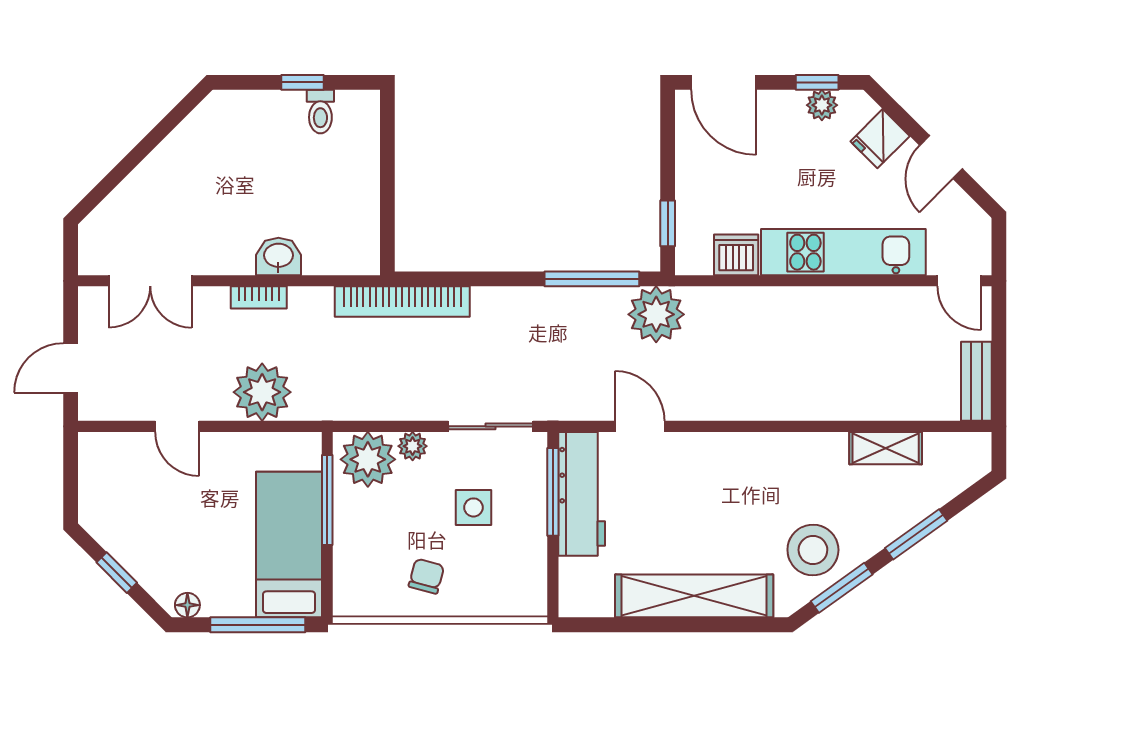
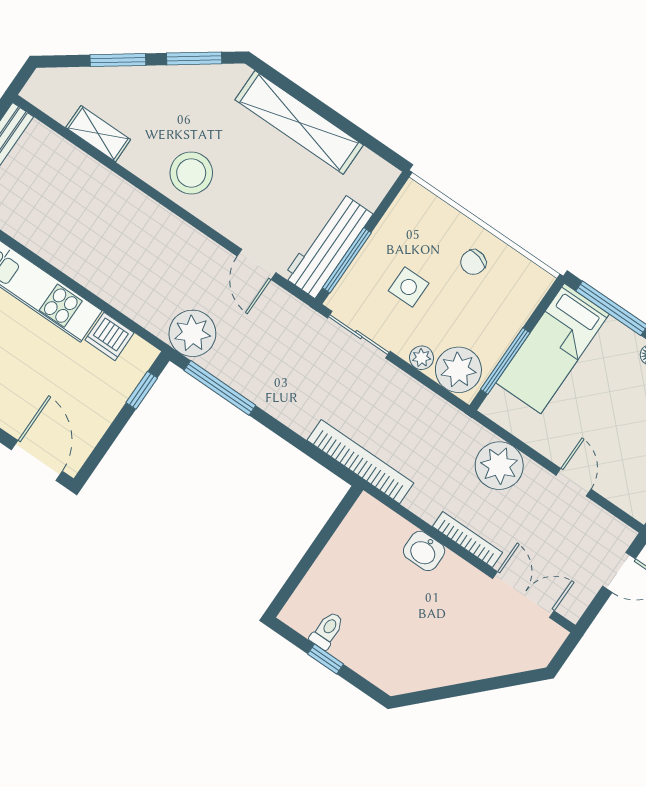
bookcase: (259, 297) -> (468, 539), width x1.56
stool: (813, 550) -> (191, 173), moved

